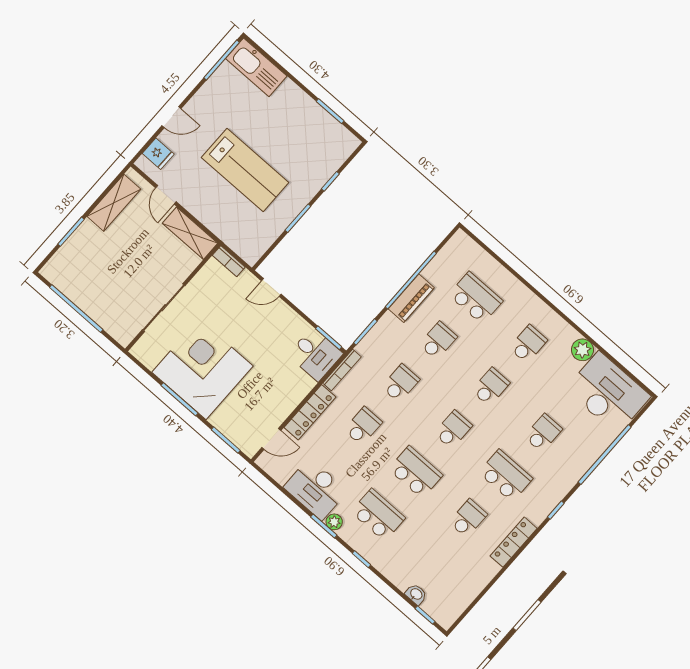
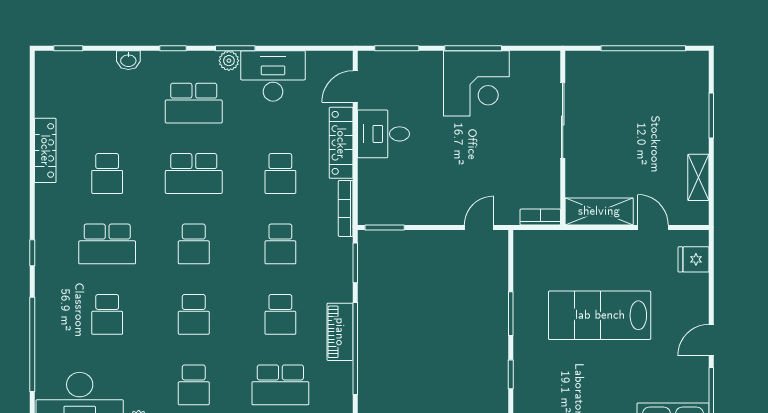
door: (171, 117) -> (711, 340), moved
shelving: (114, 203) -> (698, 177), width x0.67, depth x0.75
desk: (315, 354) -> (383, 134), moved
corner desk: (203, 369) -> (476, 83), width x0.74, depth x0.74
locker: (514, 542) -> (45, 150), moved
washbasin: (416, 594) -> (128, 60), moved

